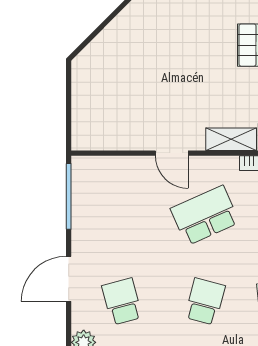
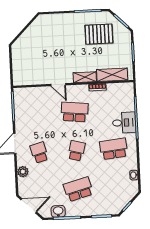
school desk: (205, 215) -> (75, 112), turned 30

